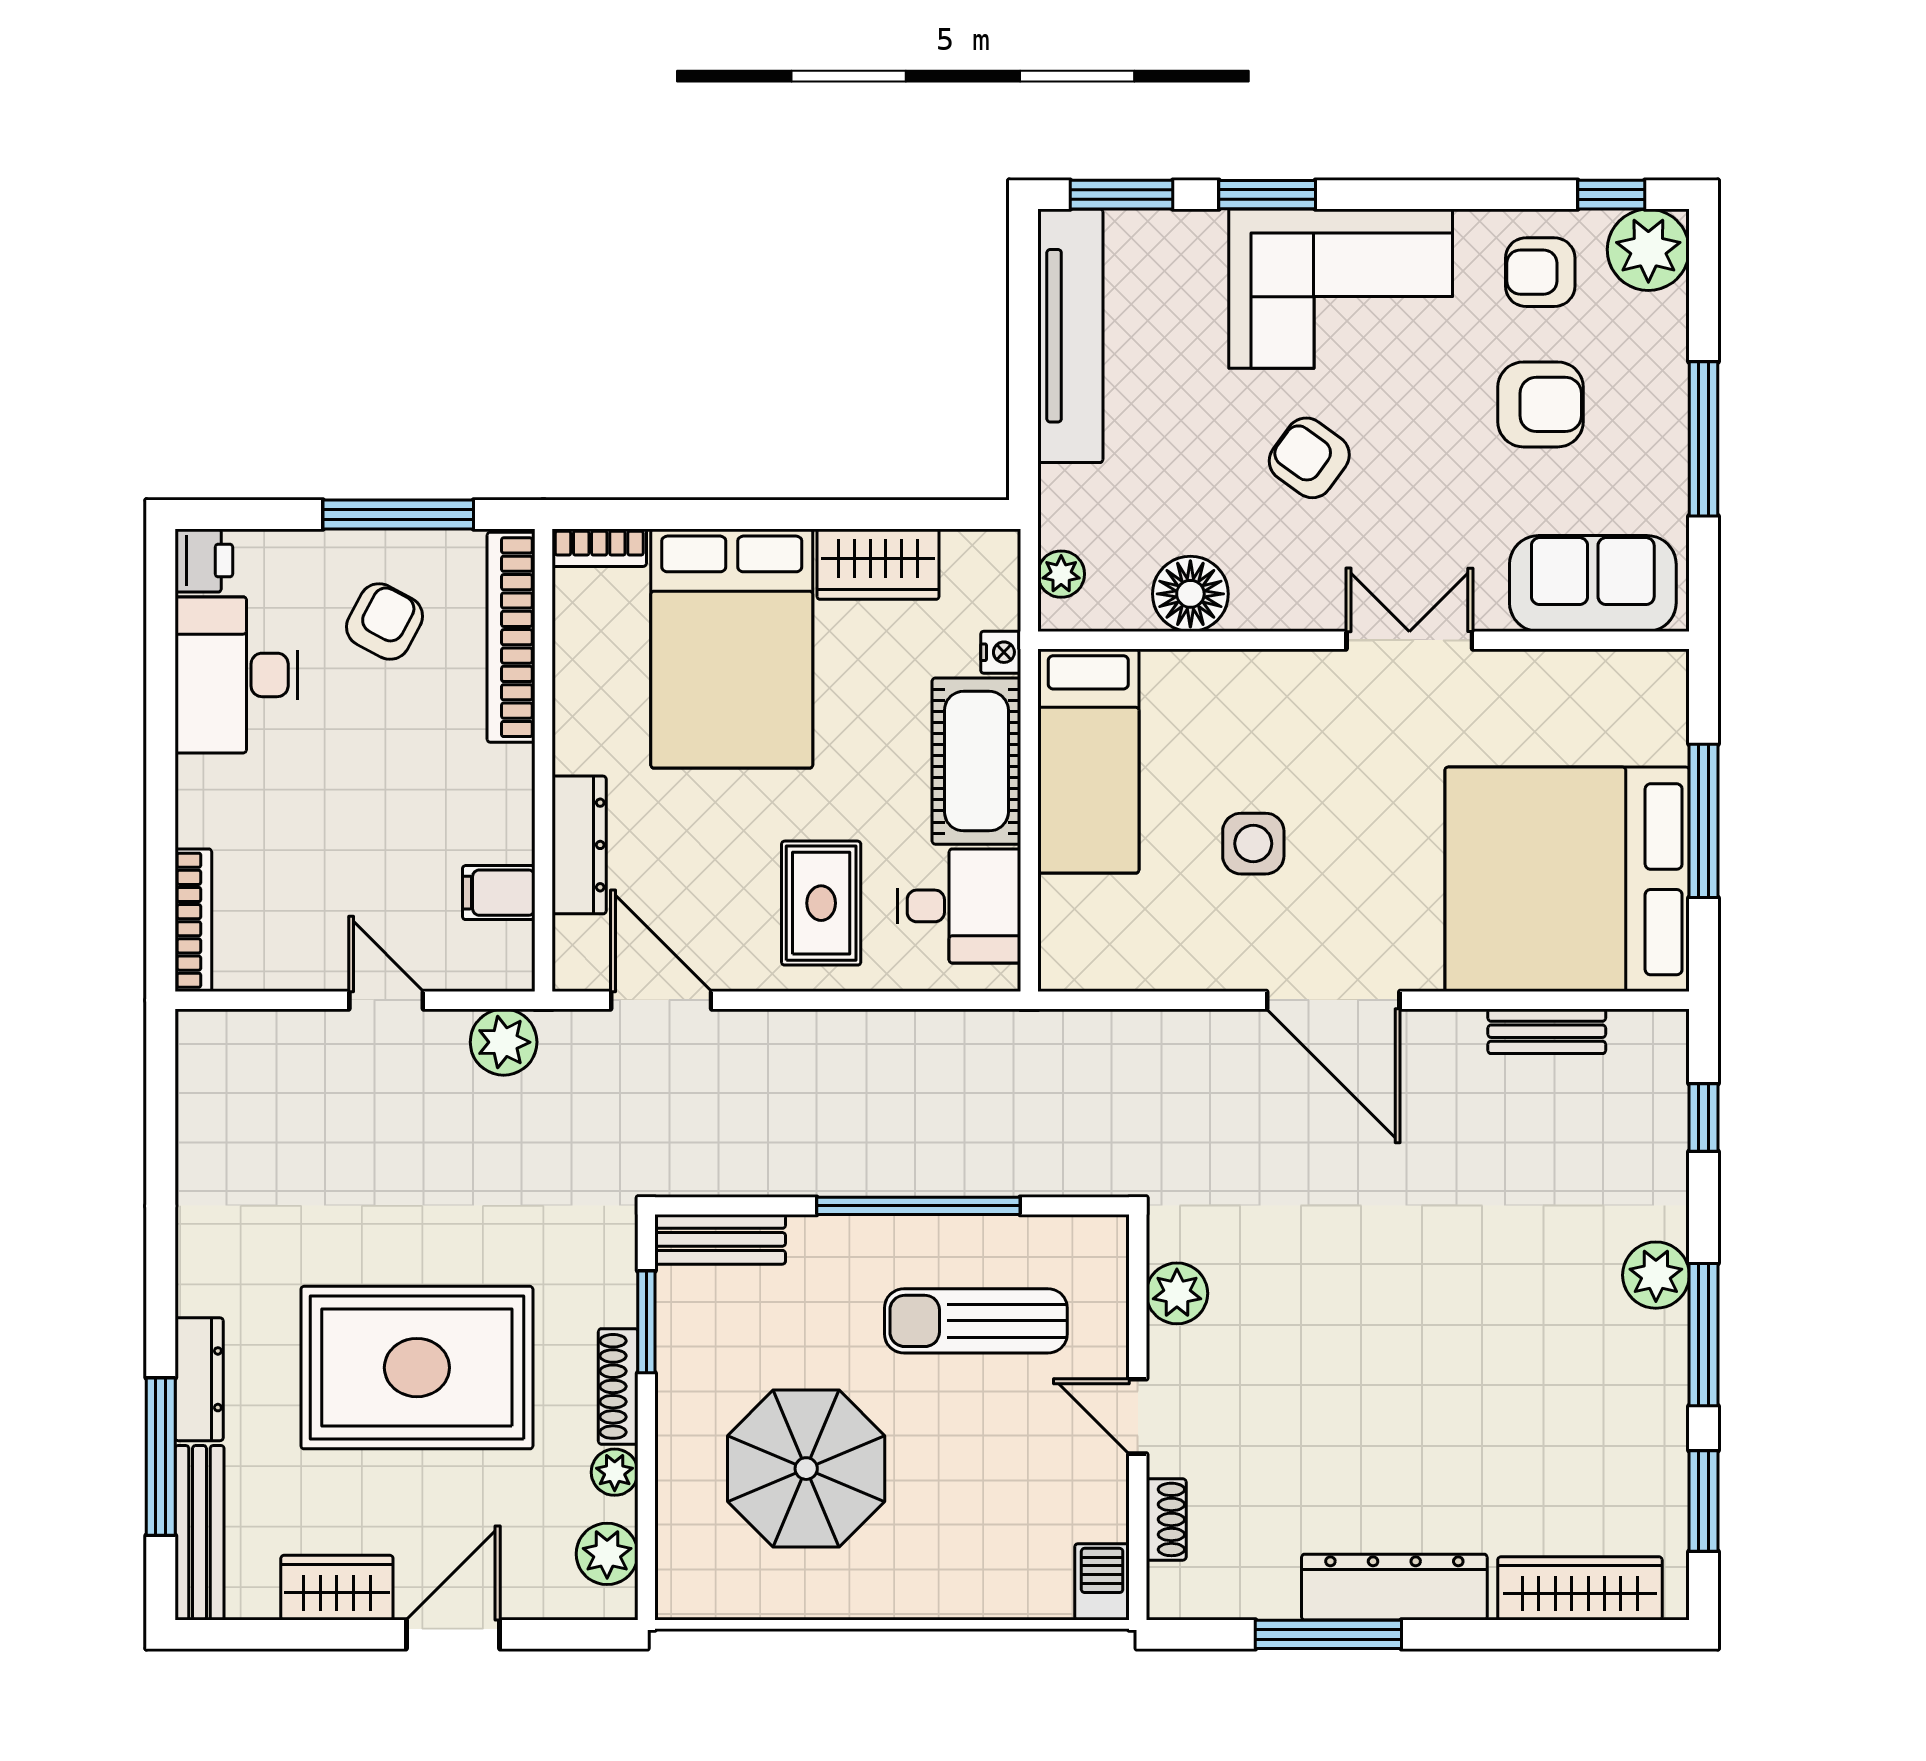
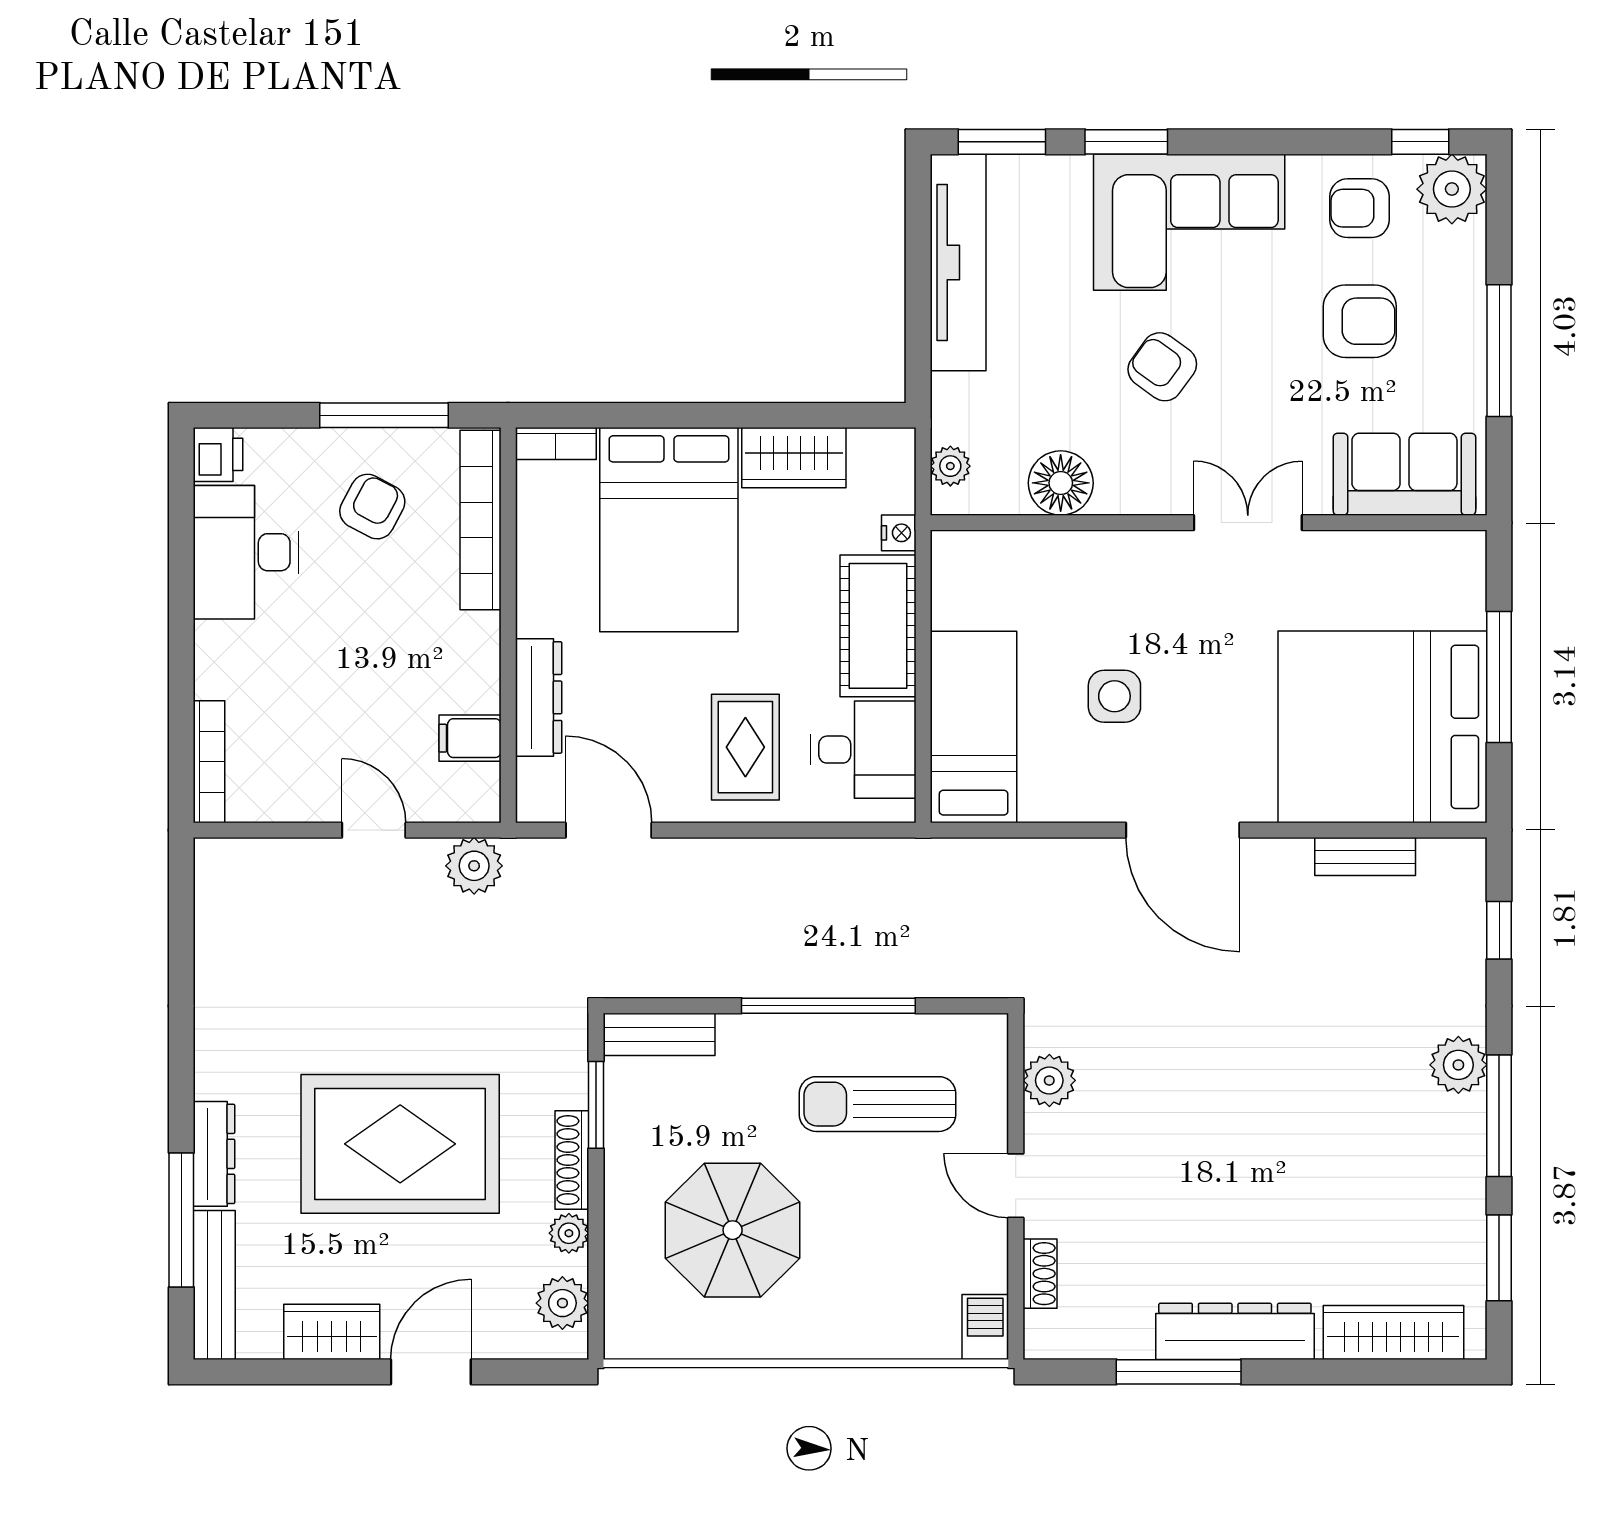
bed: (1088, 761) -> (974, 727), moved, turned 180

